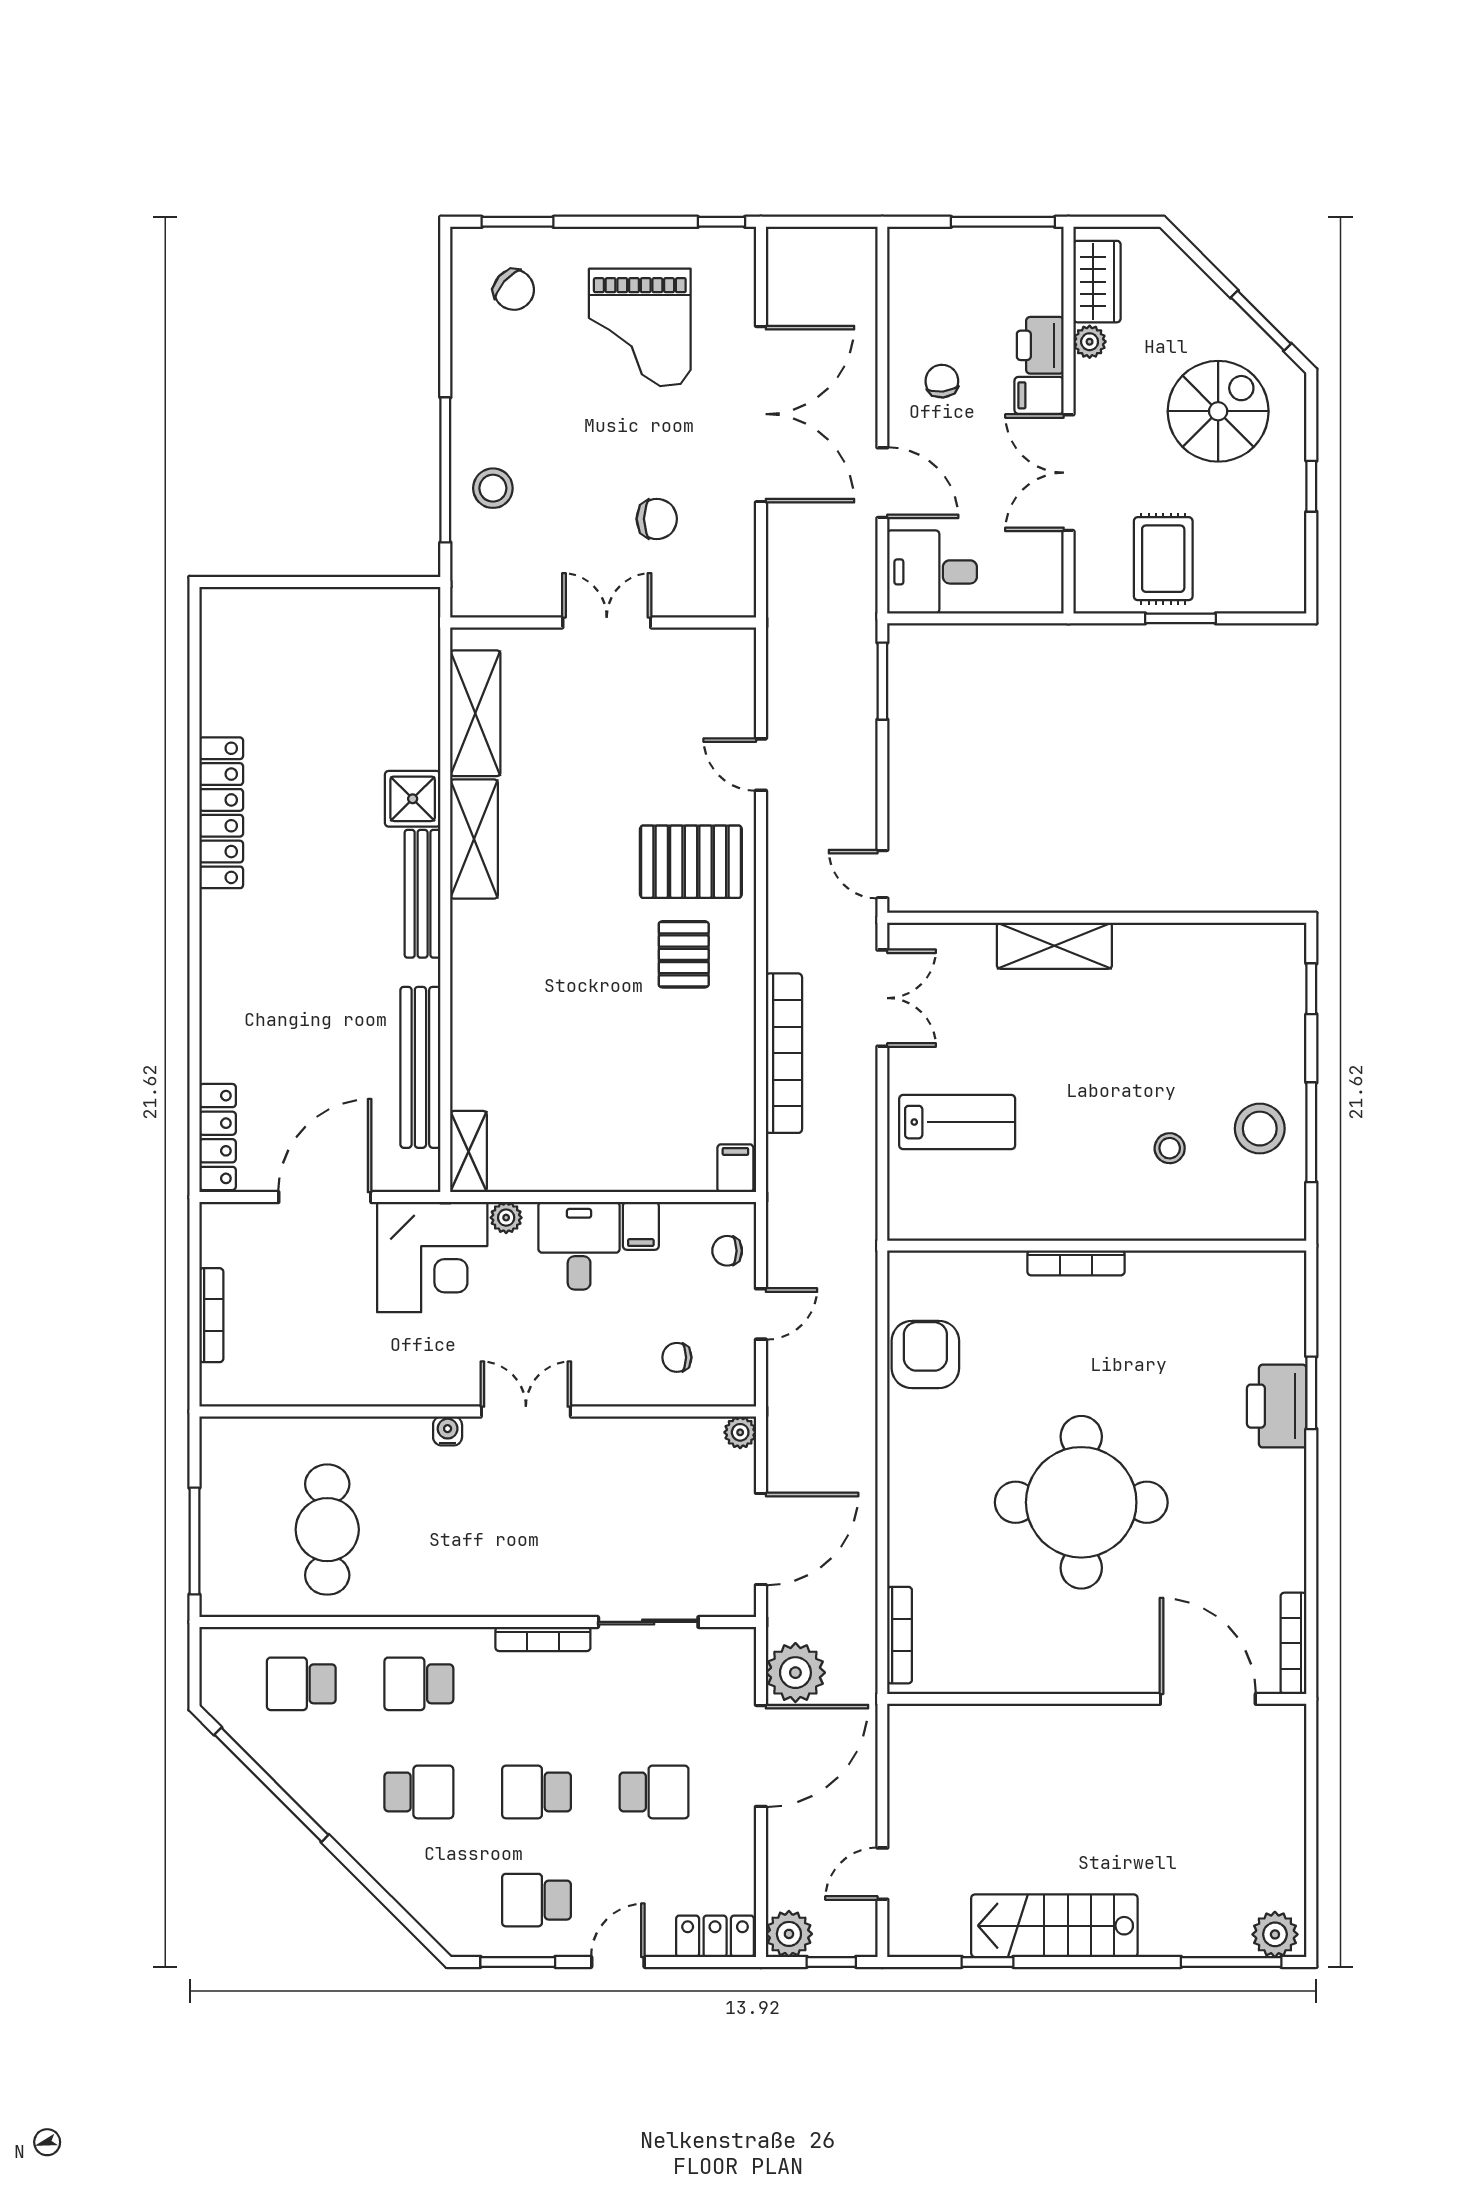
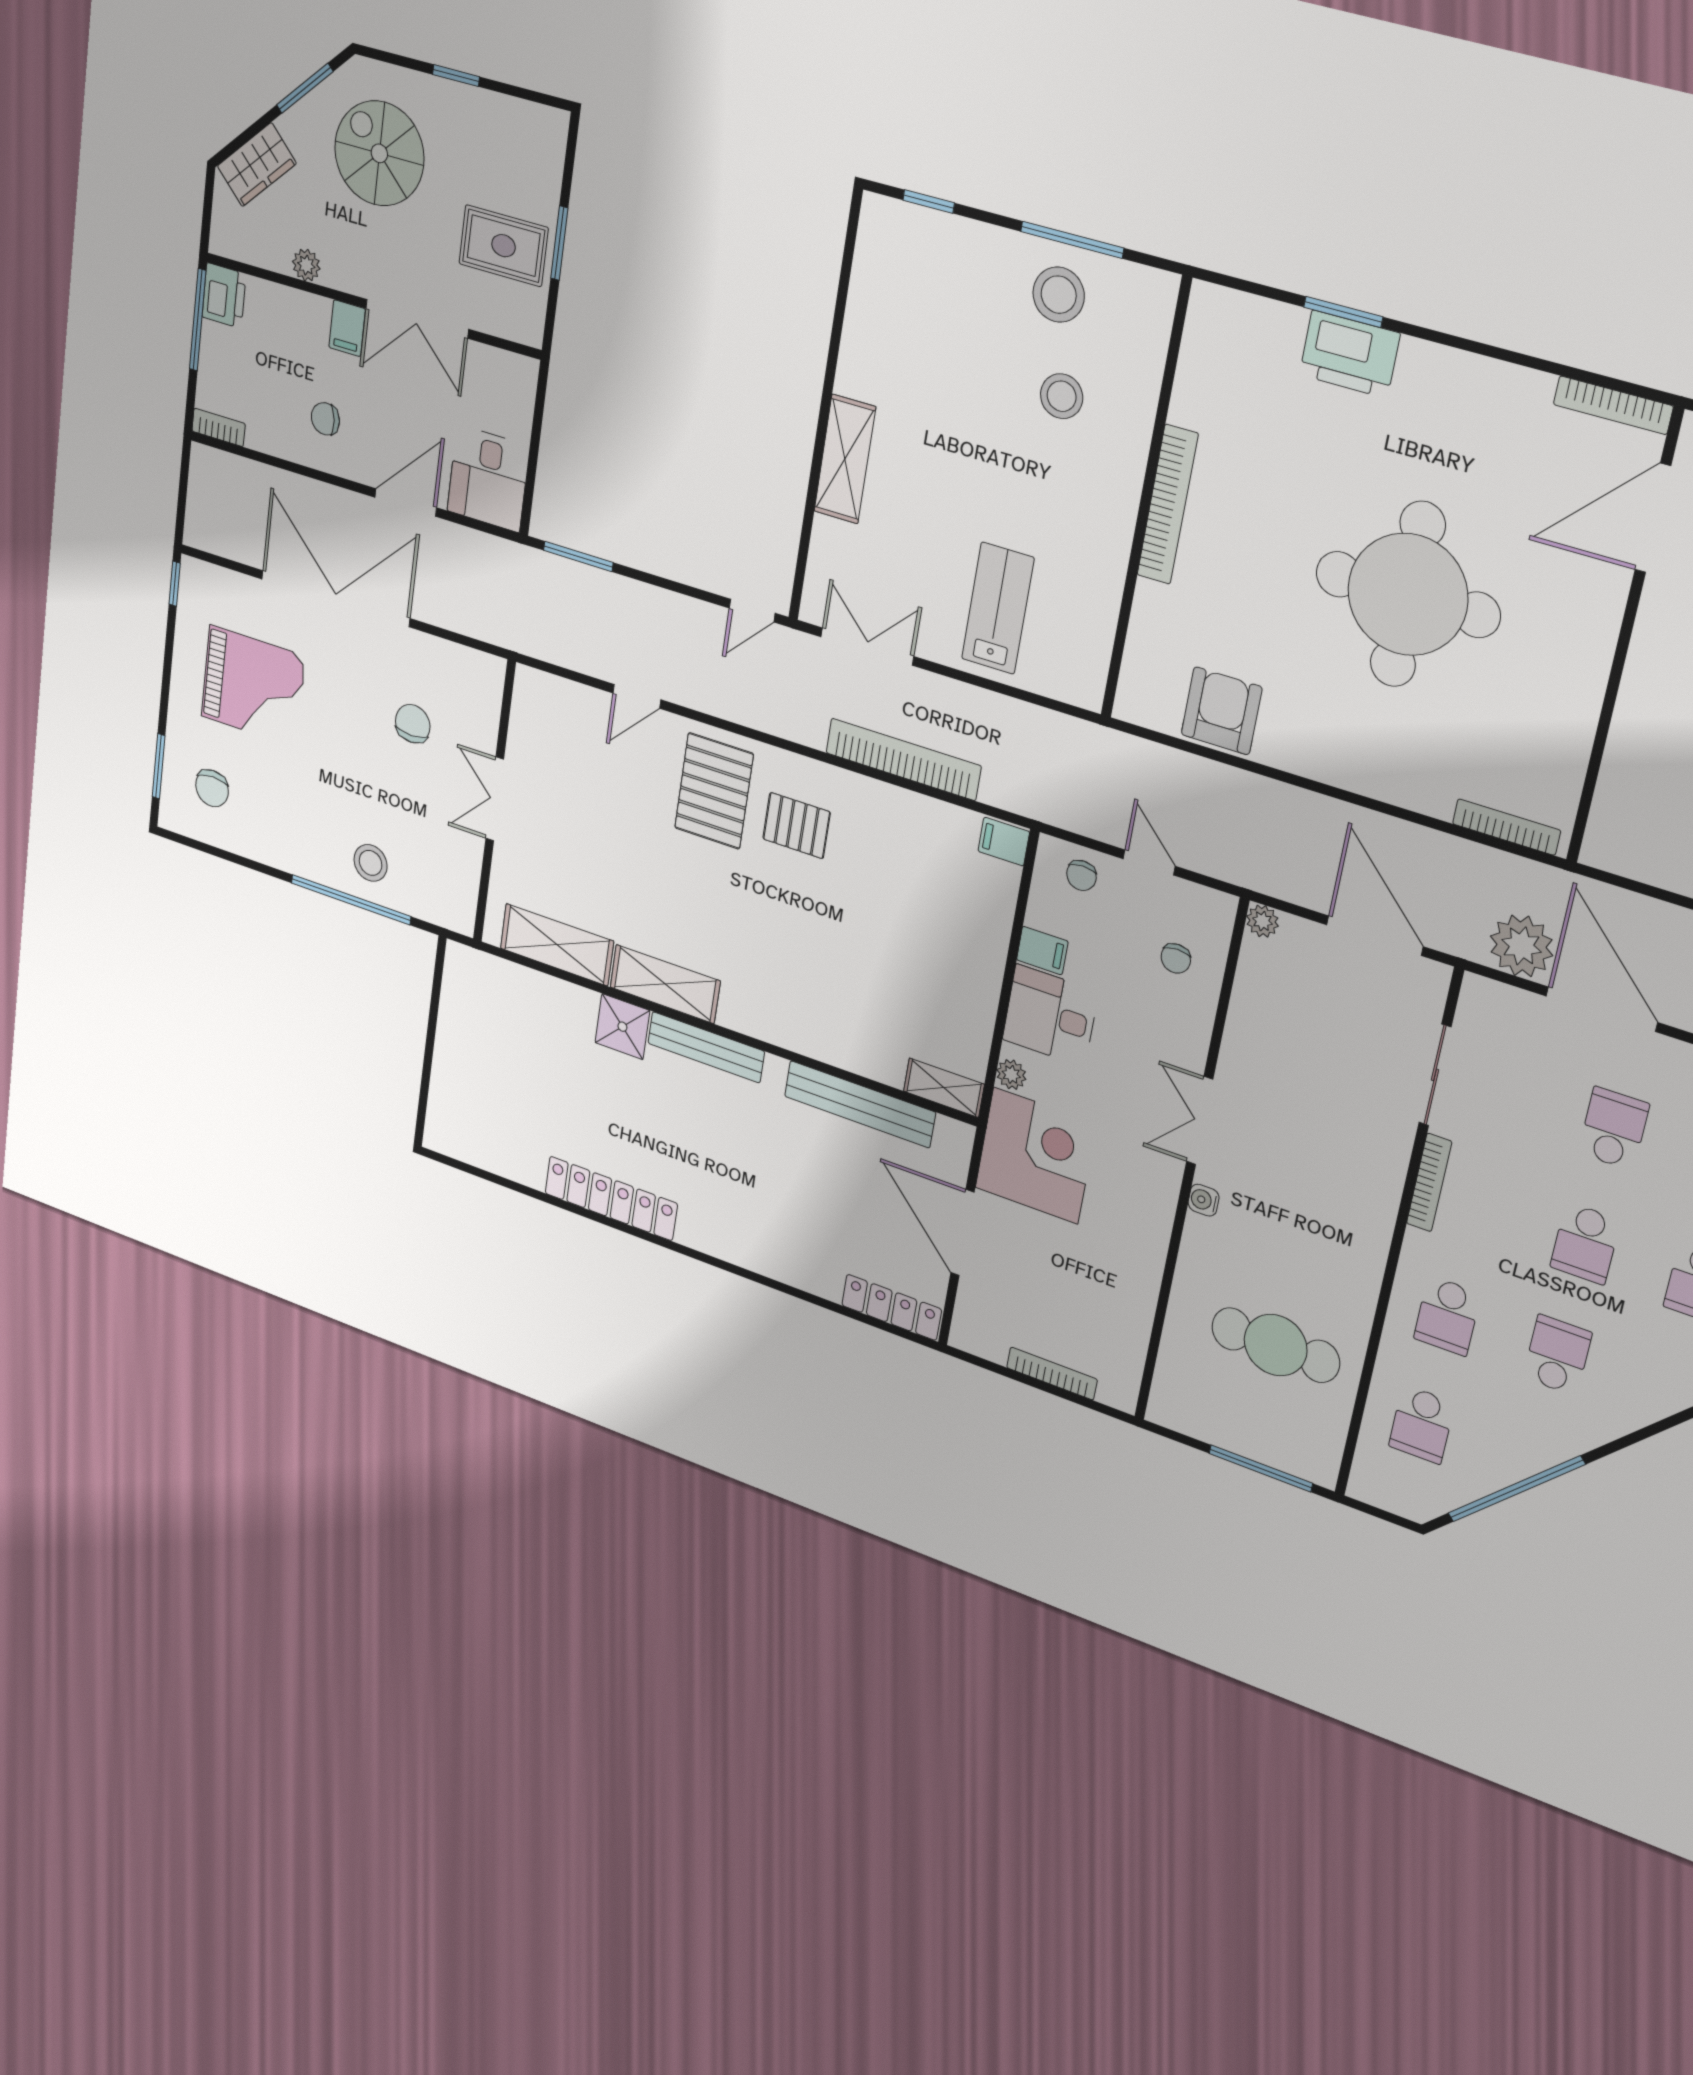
bookcase: (900, 258) -> (219, 427), added
wardrobe: (1097, 282) -> (257, 165), moved, turned 135
chair: (514, 290) -> (212, 788), turned 139
printer: (1040, 345) -> (224, 295), moved, turned -90
stool: (1170, 1148) -> (1062, 396), width x1.37, depth x1.37
bookcase: (1076, 1263) -> (1168, 504), width x1.48, depth x1.31
armchair: (925, 1354) -> (1222, 711), turned 90

